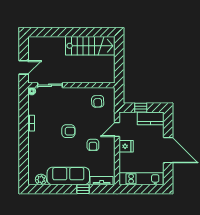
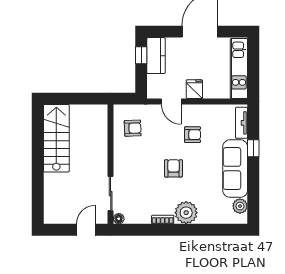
door: (24, 67) -> (86, 230), hinge flipped
window: (141, 108) -> (141, 55), moved
plant: (36, 140) -> (186, 213), added

